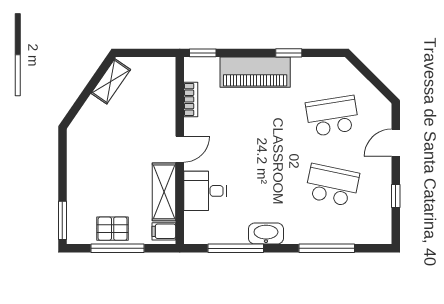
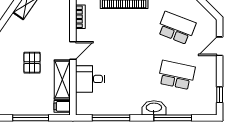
school desk: (332, 116) -> (177, 28), turned 30
window: (396, 196) -> (220, 95), moved
pallet: (113, 229) -> (32, 63), moved, turned 90
washbasin: (266, 234) -> (154, 108), moved

